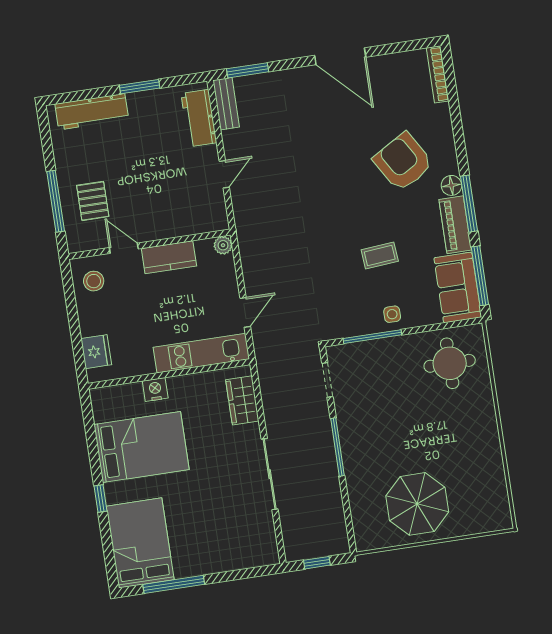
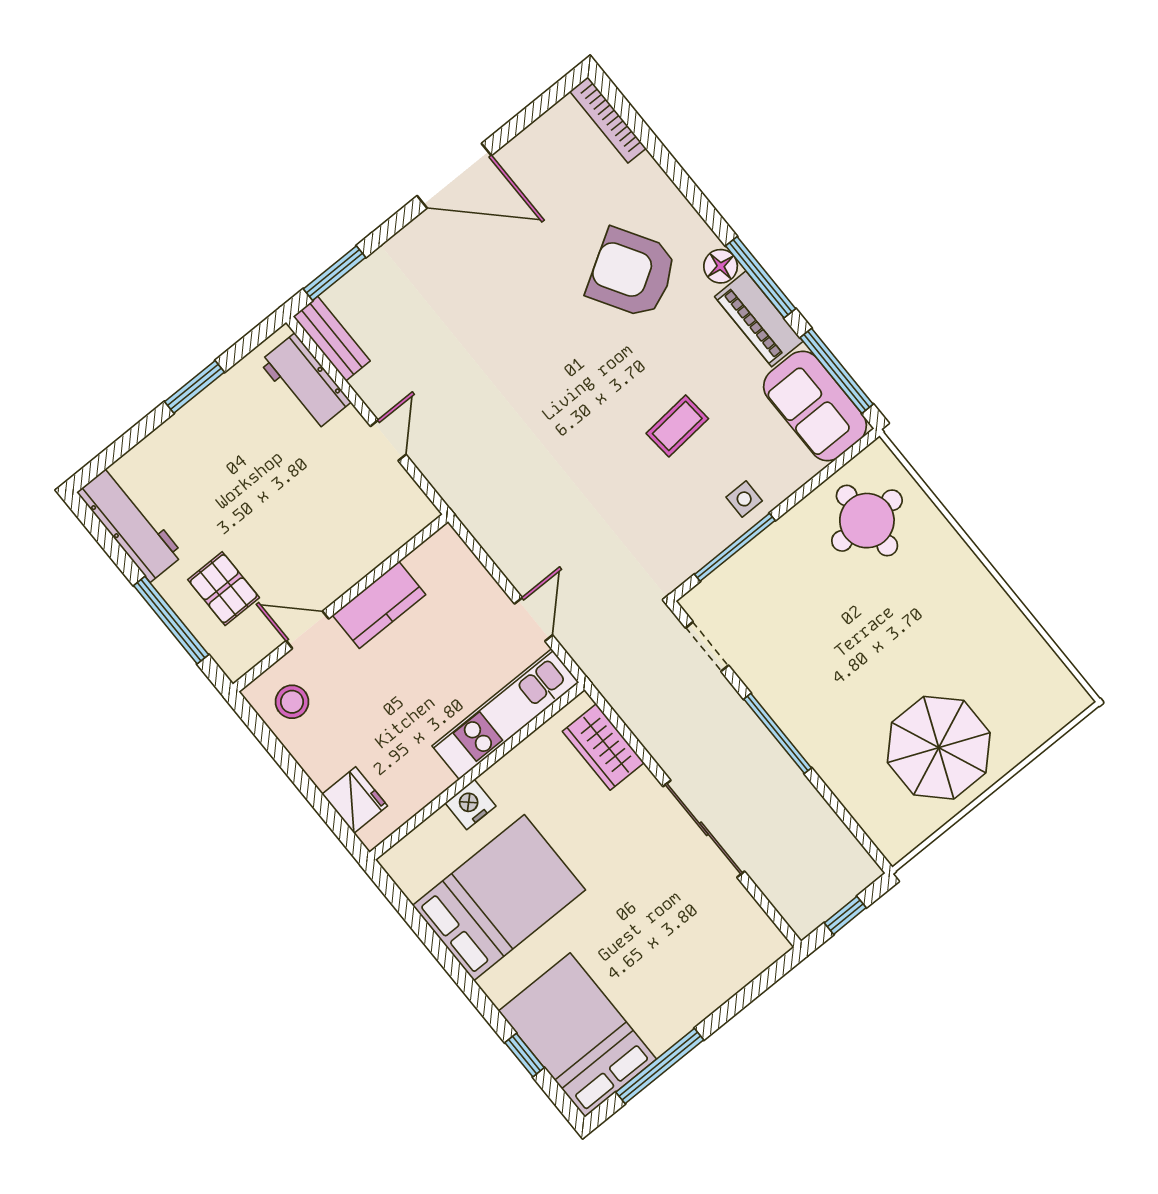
workbench: (92, 112) -> (130, 524), moved, turned -90
plant: (223, 245) -> (446, 543), removed
window: (101, 498) -> (525, 1055), moved

